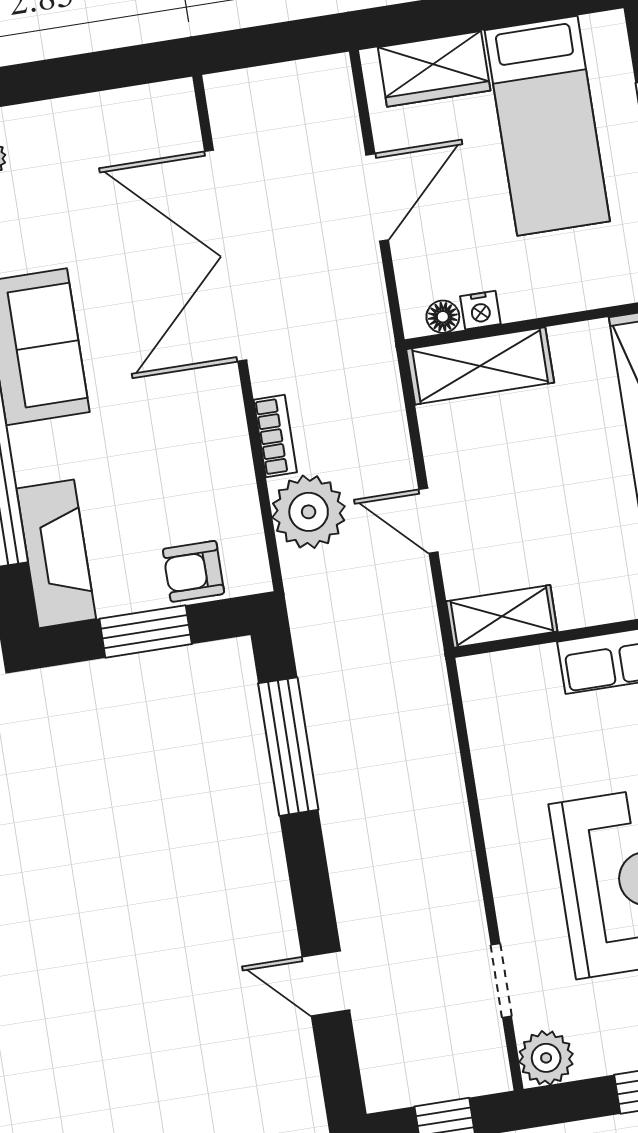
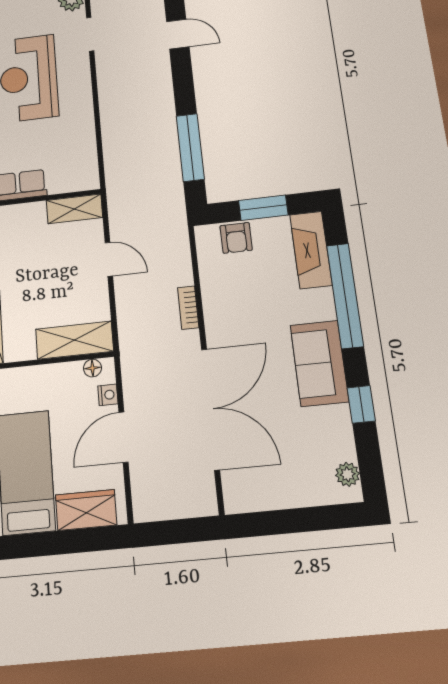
nightstand: (480, 310) -> (108, 395), moved, turned 90
plant: (309, 512) -> (172, 267), removed
armchair: (194, 571) -> (236, 238), turned 90

